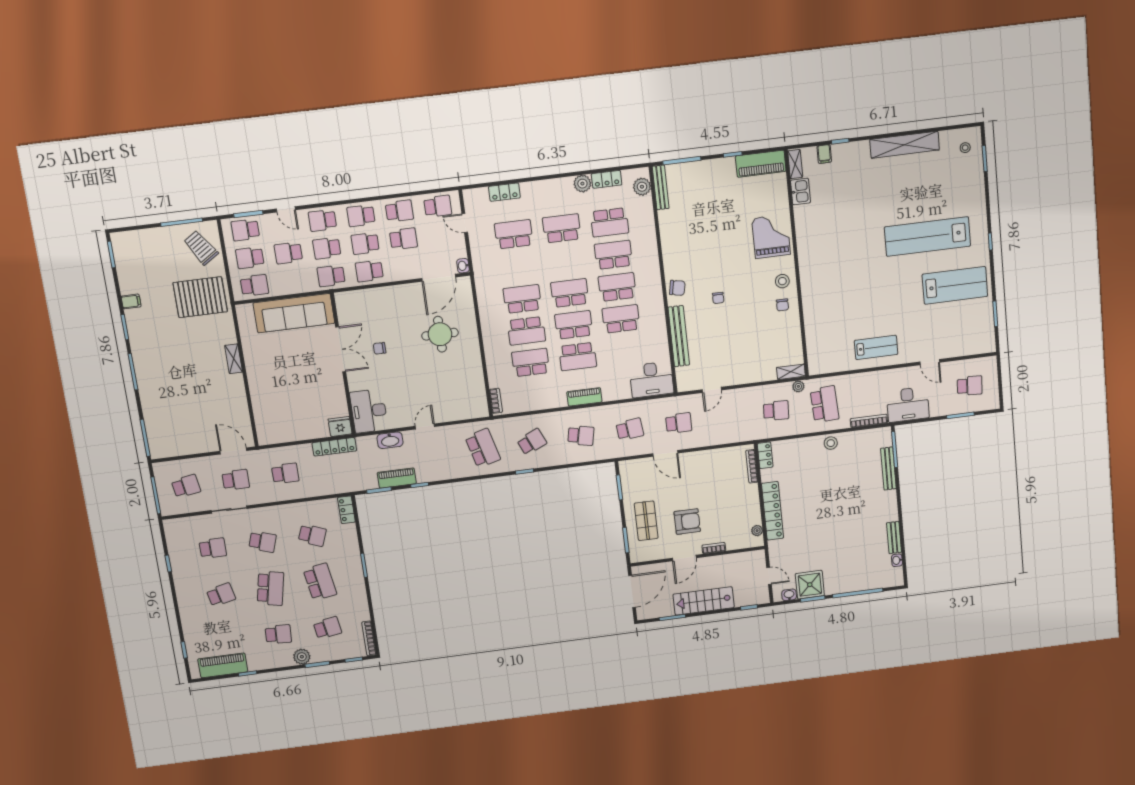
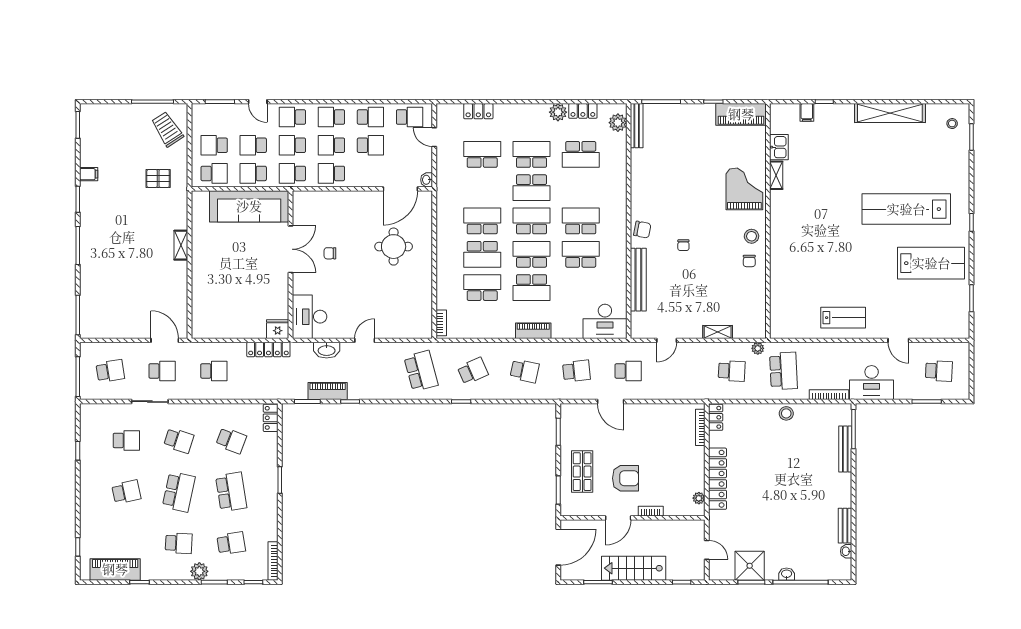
shelving: (795, 164) -> (776, 175), moved
school desk: (245, 230) -> (253, 173), moved
school desk: (613, 255) -> (531, 188), moved, turned 180
pallet: (200, 297) -> (158, 178), width x0.49, depth x0.50
shelving: (791, 372) -> (718, 332), moved
washbasin: (789, 595) -> (787, 574), moved

